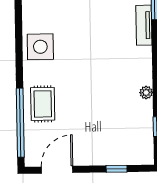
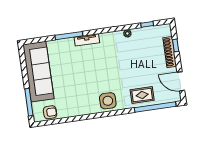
shoe rack: (107, 158) -> (170, 52), added

